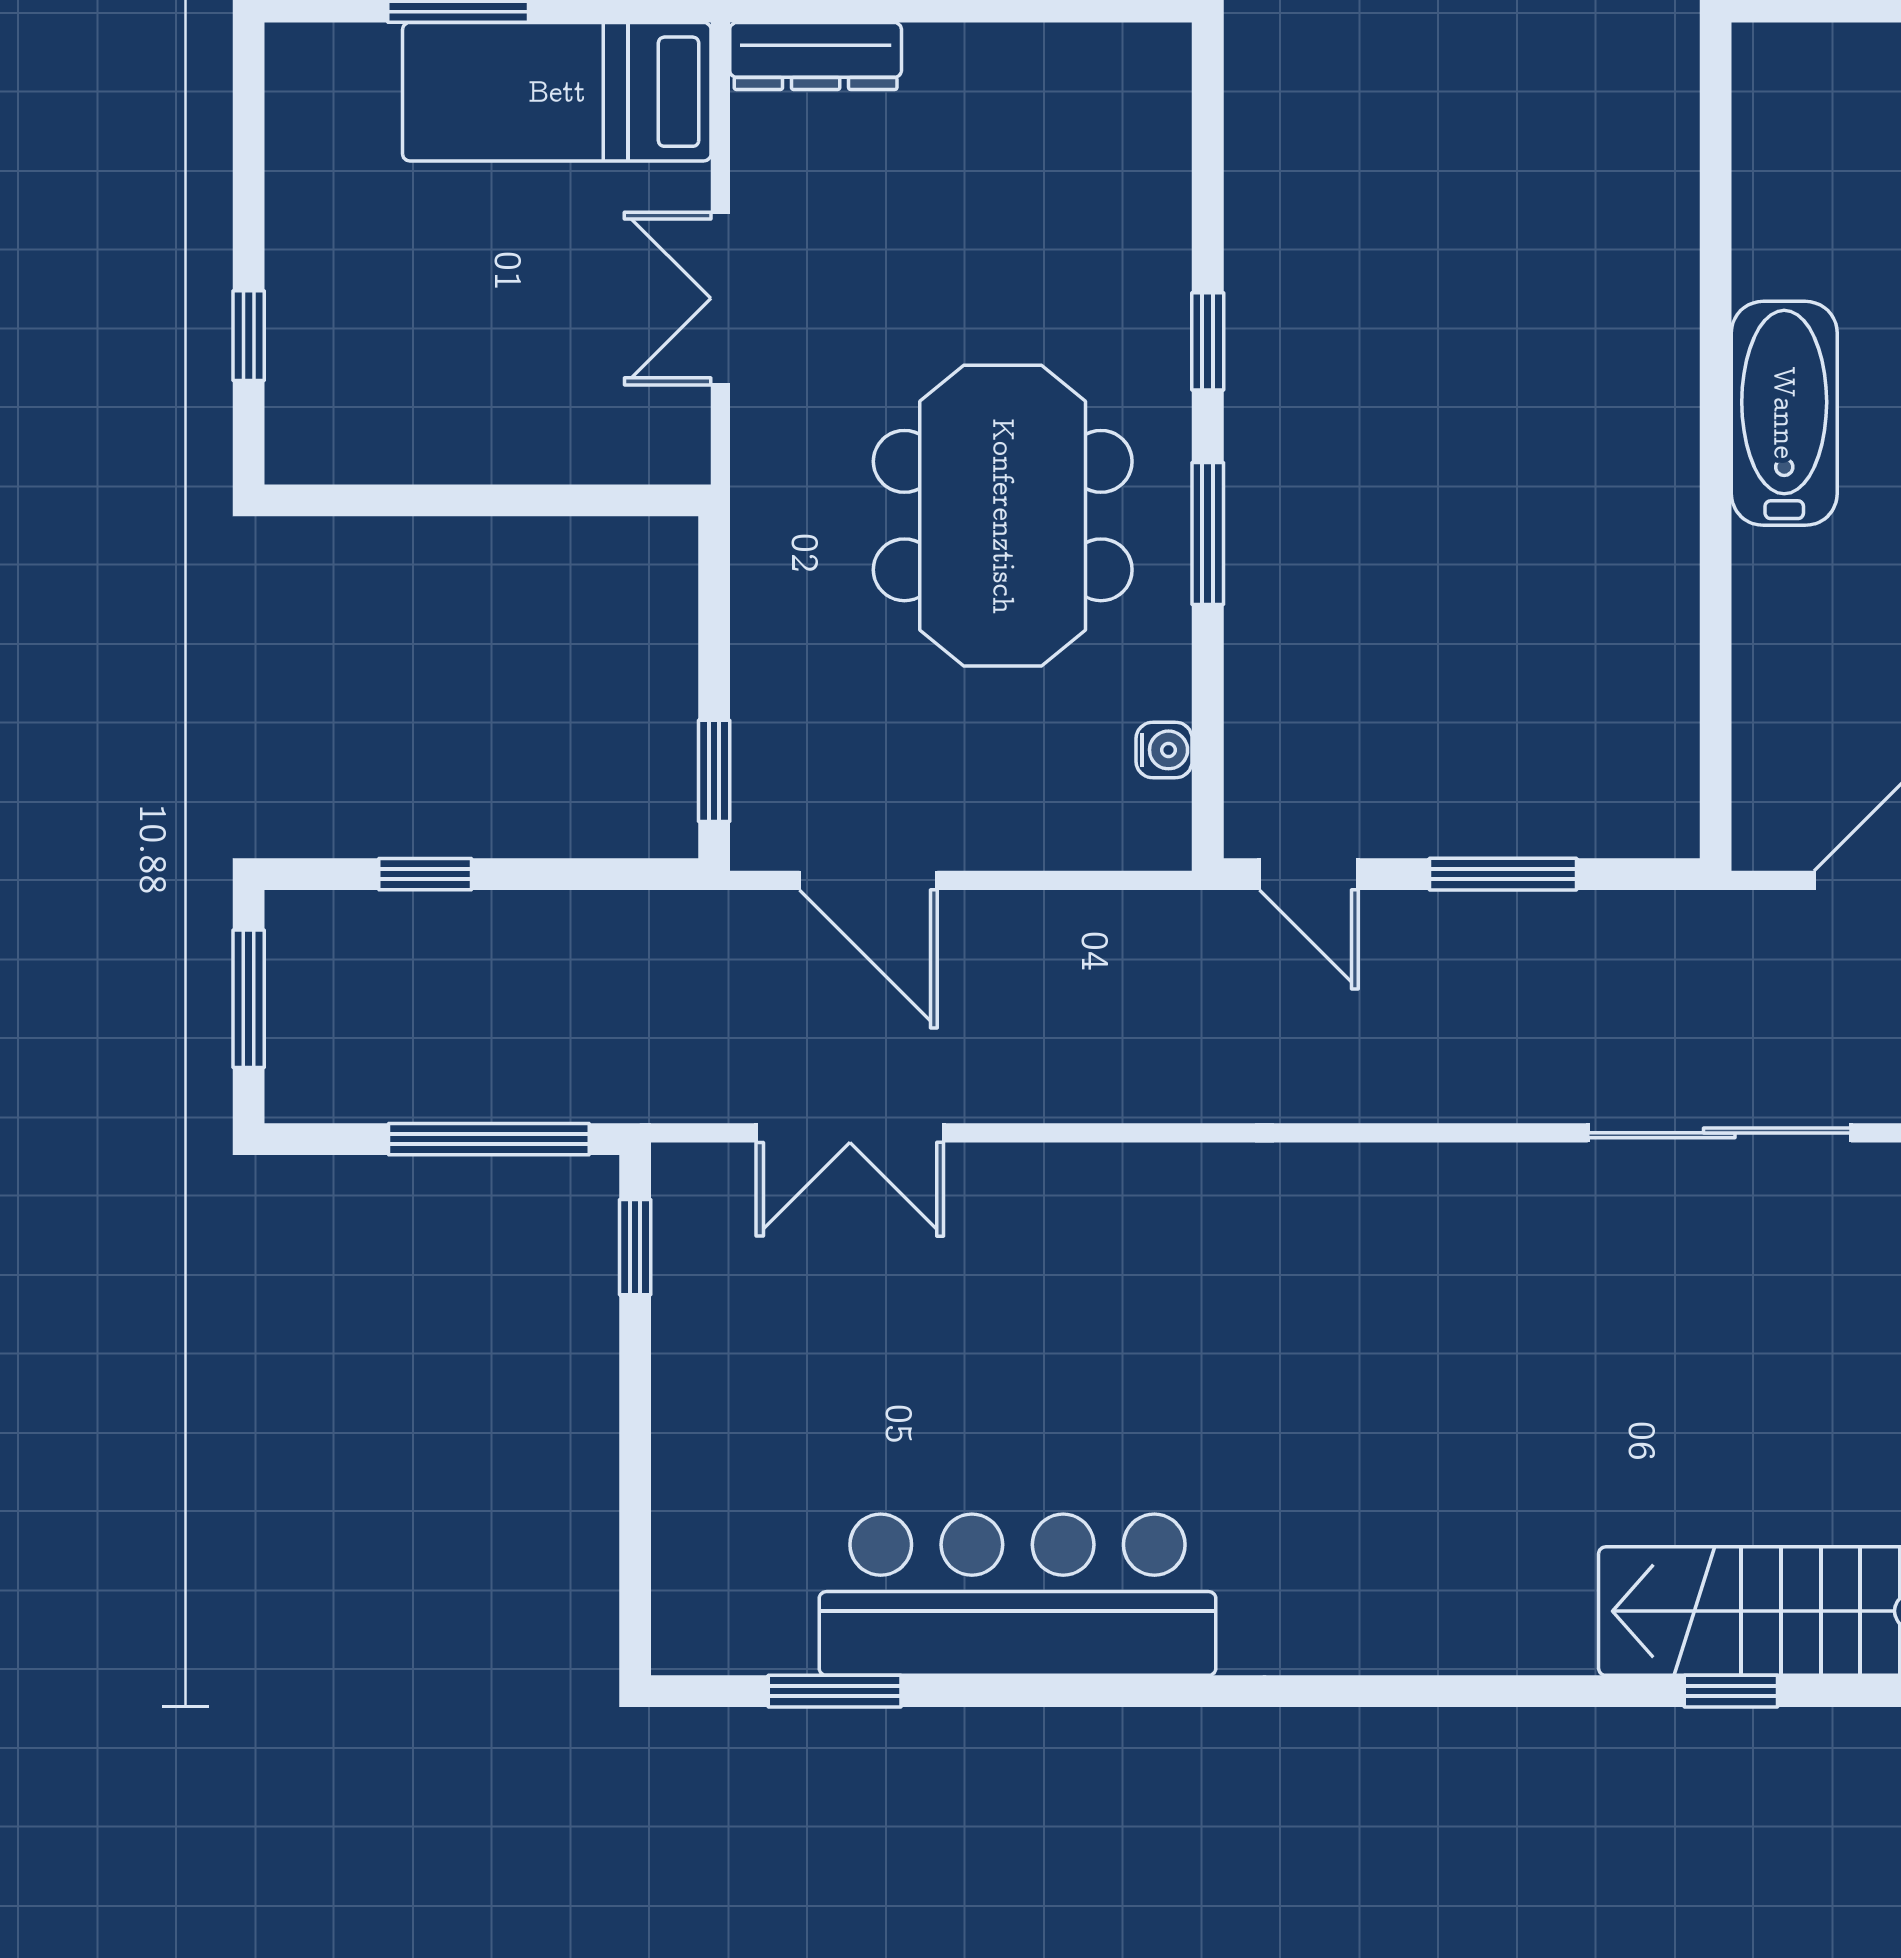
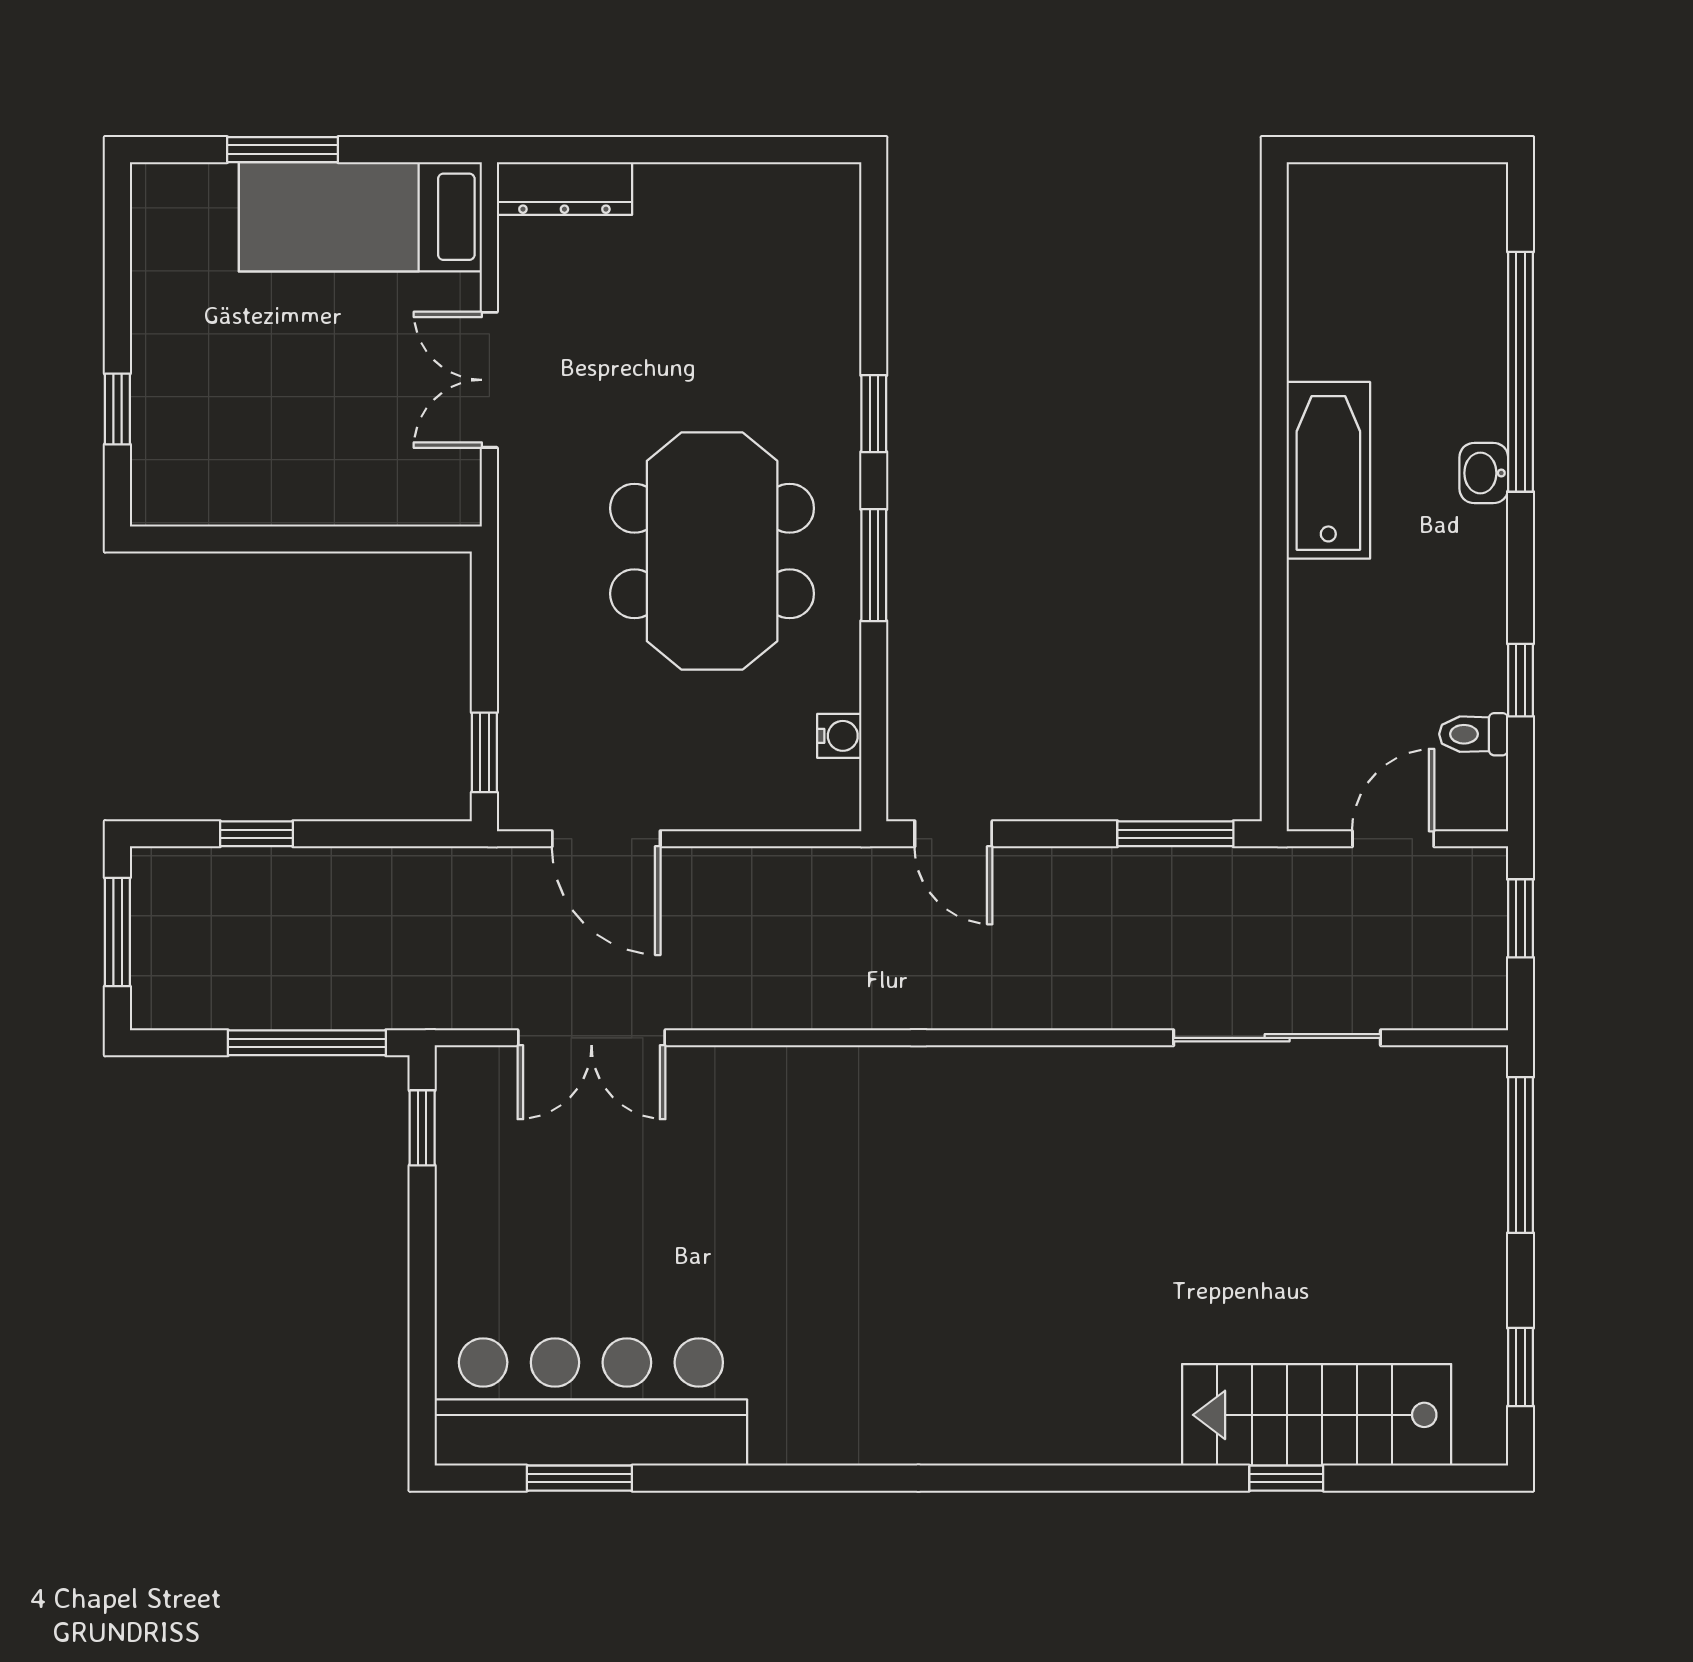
window: (1503, 874) -> (1175, 834), moved
bar counter: (1017, 1595) -> (591, 1402), moved

